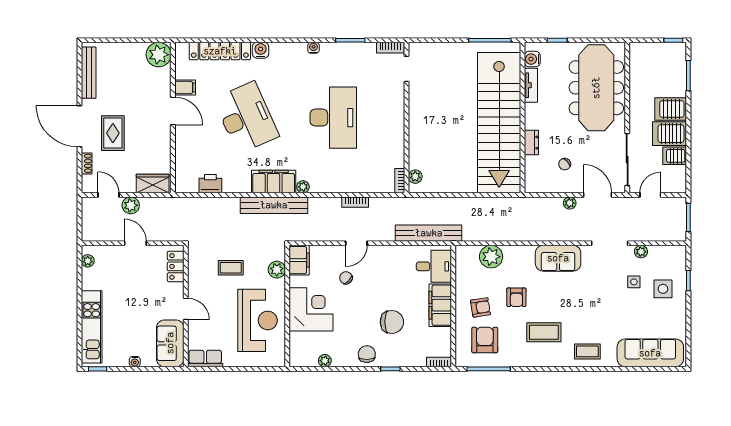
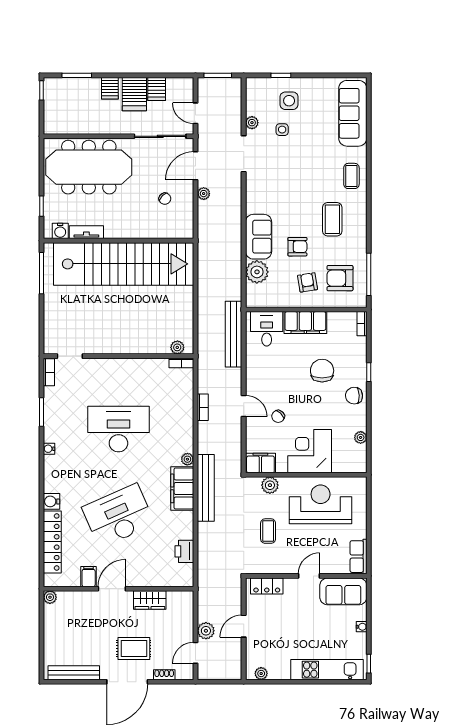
plant: (159, 55) -> (50, 597), width x0.53, depth x0.53
server rack: (671, 109) -> (110, 88), width x0.73, depth x0.70
dresser: (531, 143) -> (143, 232), removed
wardrobe: (153, 184) -> (150, 600), moved, turned -90
sofa: (558, 258) -> (259, 237), moved

